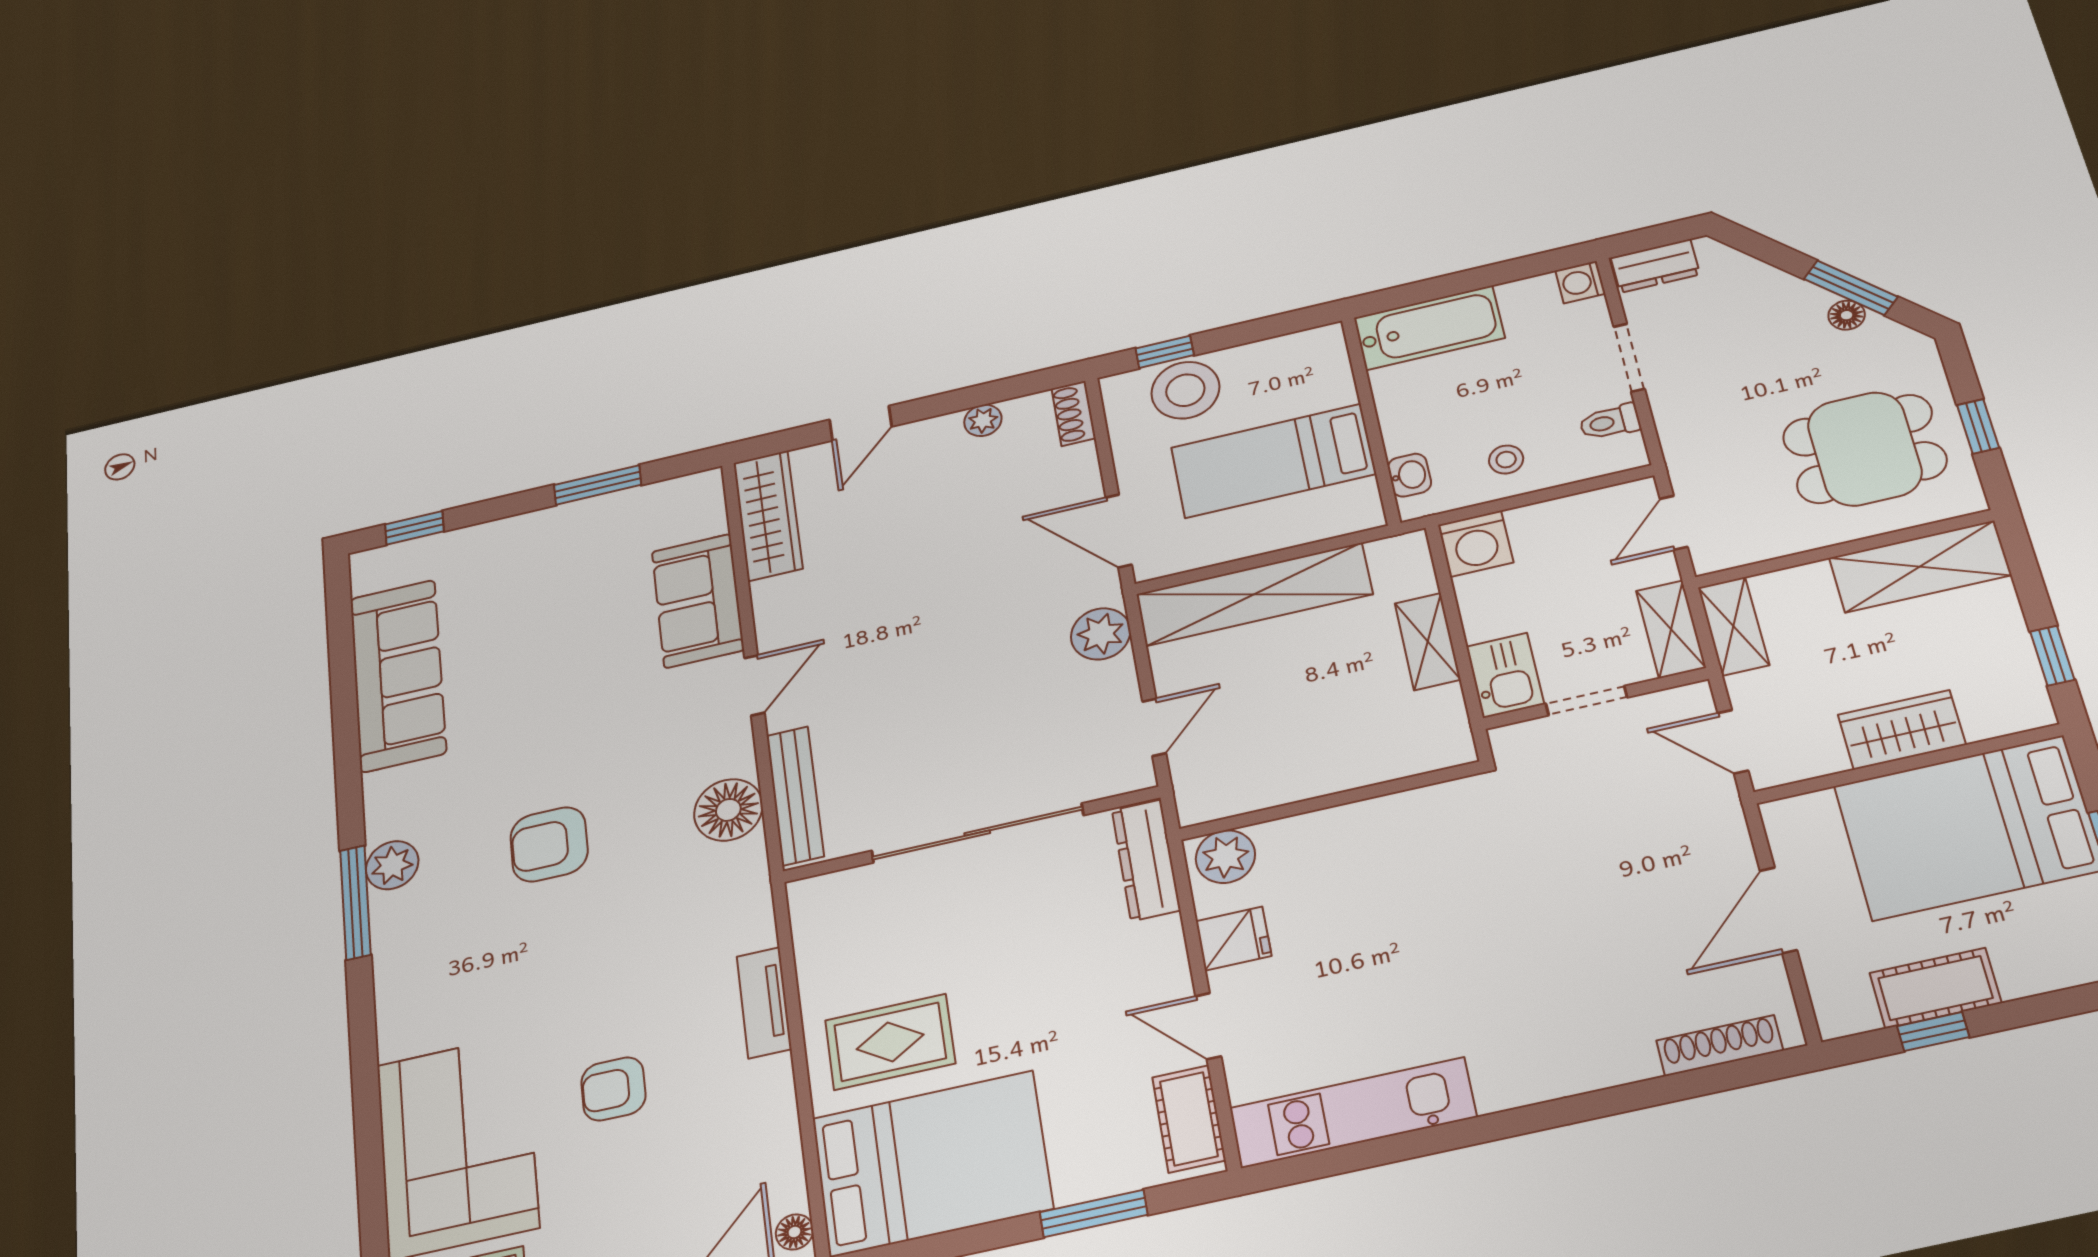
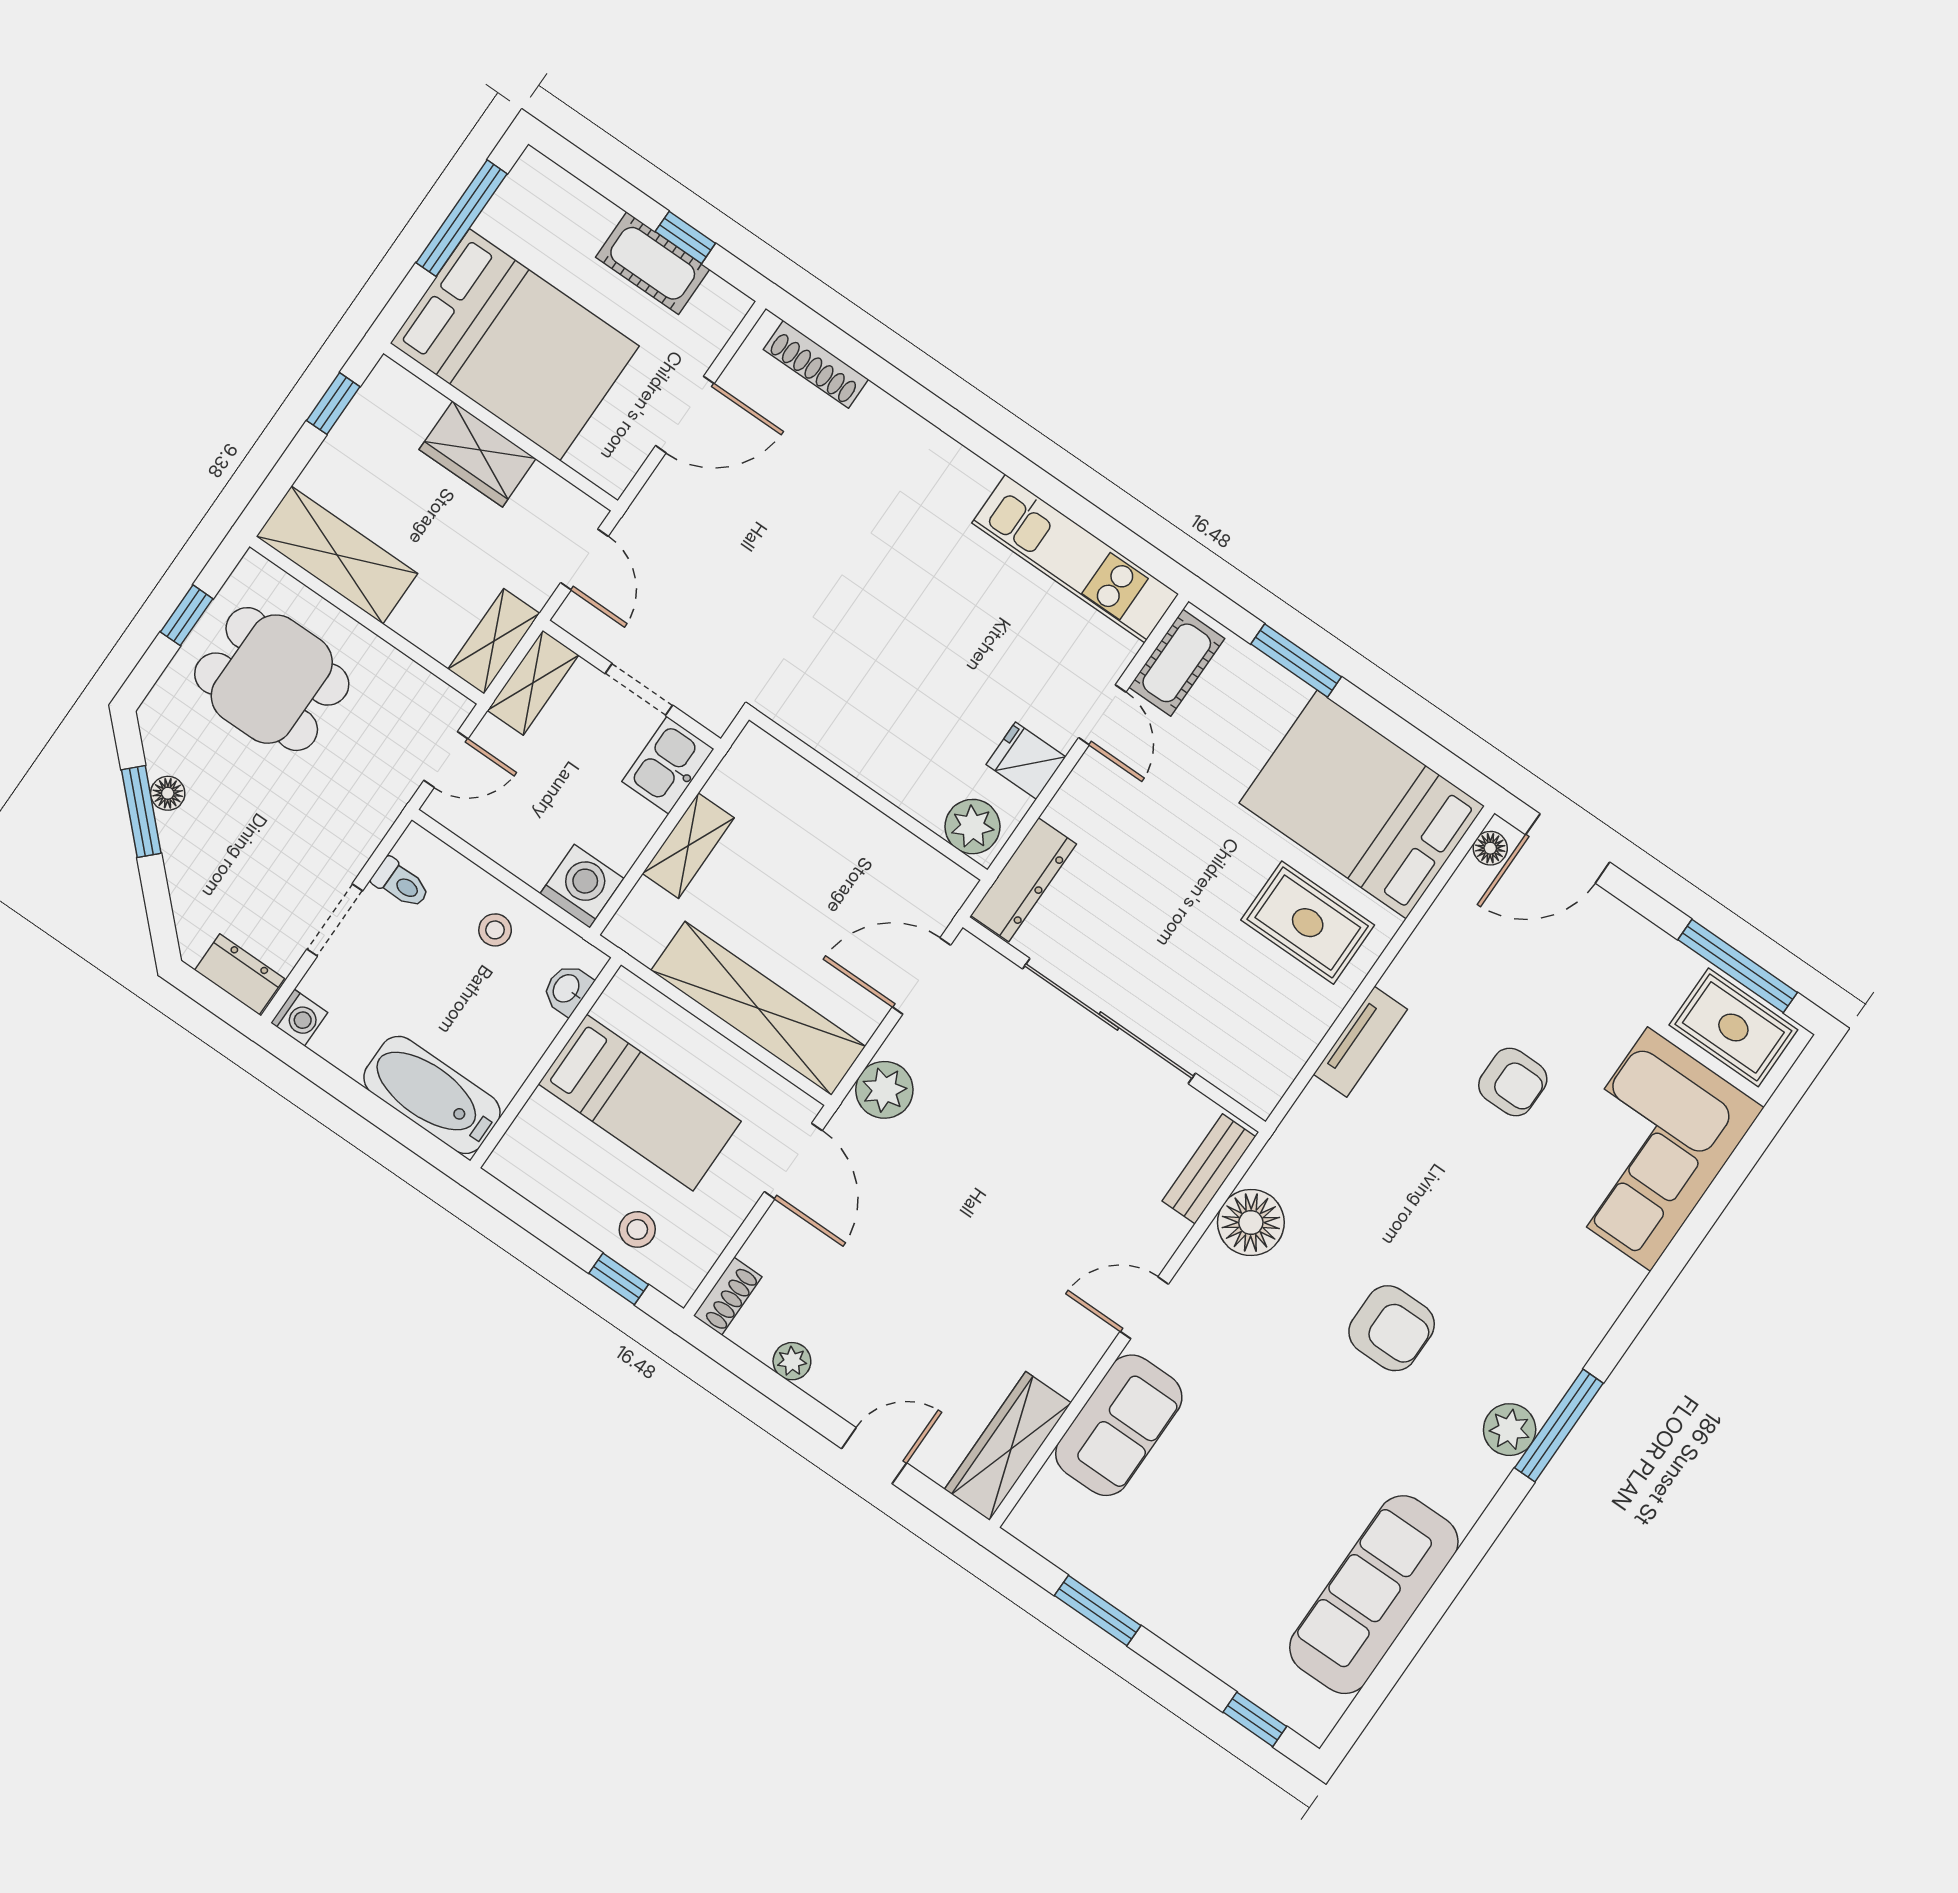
stool: (1185, 390) -> (637, 1229), width x0.53, depth x0.53
door: (1154, 727) -> (921, 976), width x1.38
bench: (795, 796) -> (1209, 1169), width x0.73

